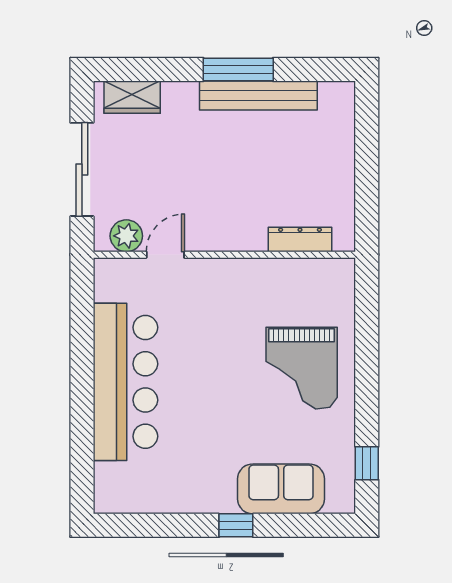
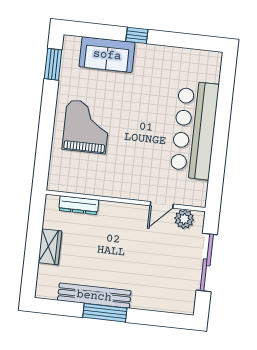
wardrobe: (132, 97) -> (50, 247), moved, turned 90
window: (367, 463) -> (53, 64), width x1.50

